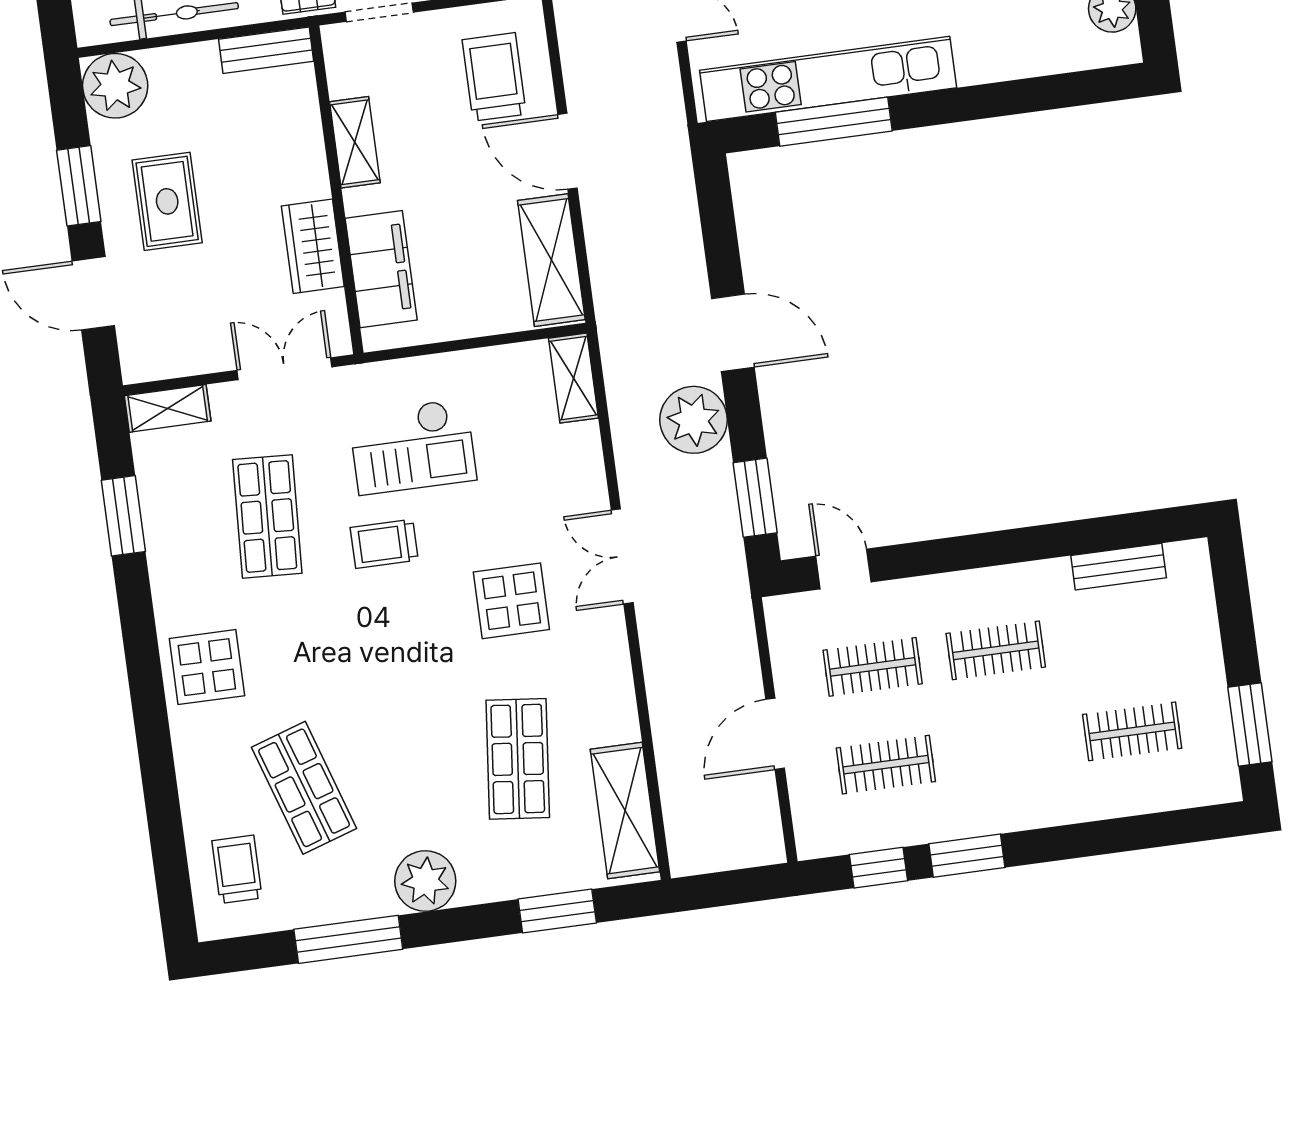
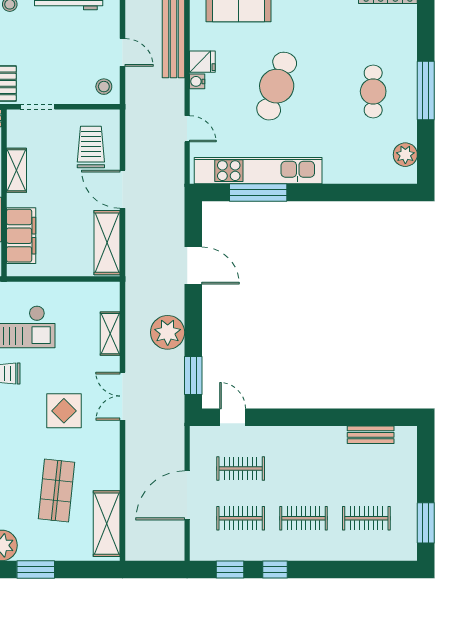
door: (733, 333) -> (193, 265), moved
shelving: (573, 378) -> (110, 334), moved
clothes rail: (996, 650) -> (303, 518), moved
door: (775, 734) -> (187, 495), width x1.36
window: (967, 856) -> (275, 569), width x0.67
window: (557, 911) -> (36, 569), moved

